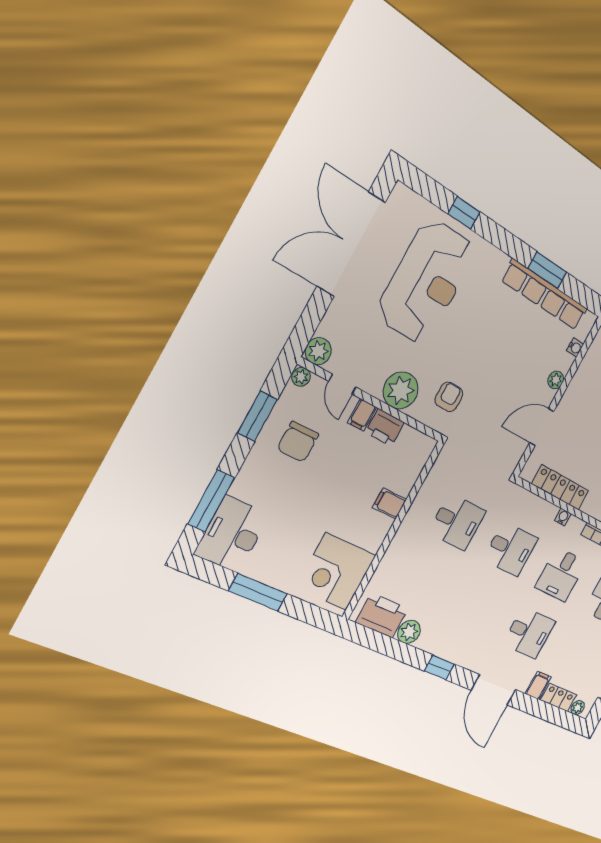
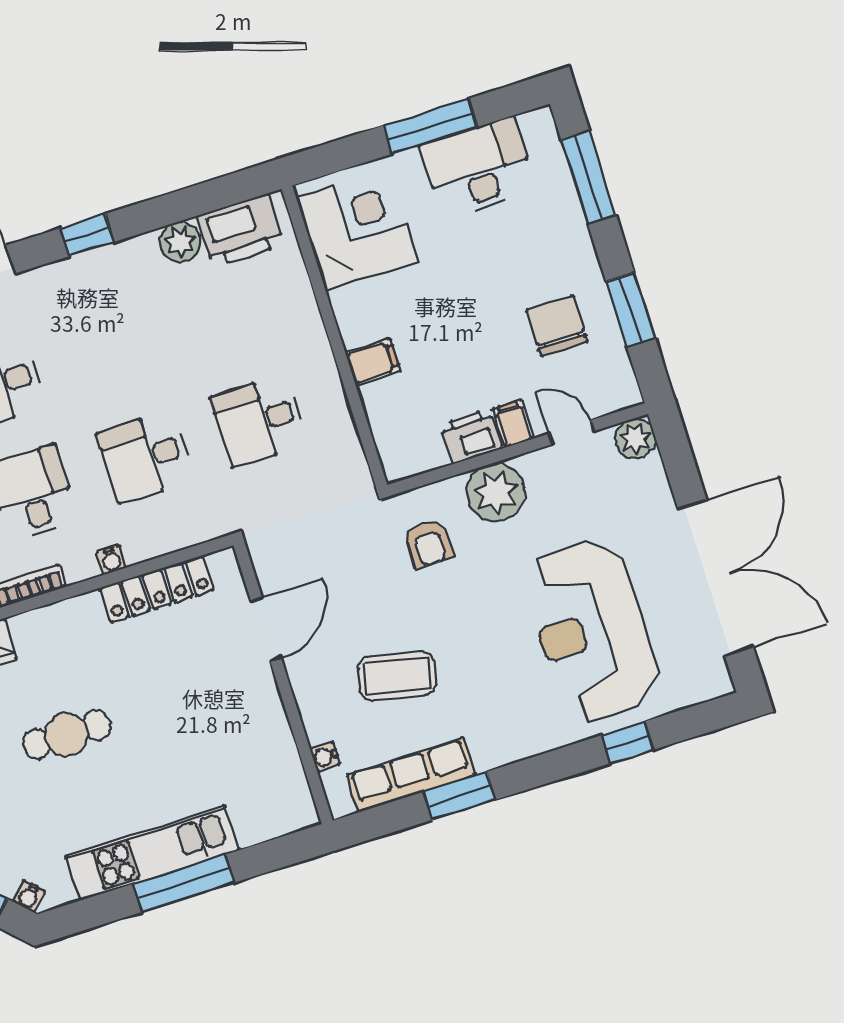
row of seats: (545, 295) -> (411, 775), width x0.73
coffee table: (517, 351) -> (397, 676), added
plant: (301, 377) -> (626, 395), removed
plant: (556, 380) -> (309, 697), removed
desk: (232, 534) -> (478, 167), moved, turned -90

